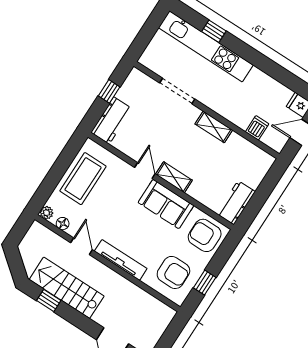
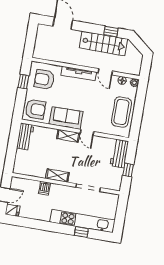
dishwasher: (257, 128) -> (45, 188), moved

